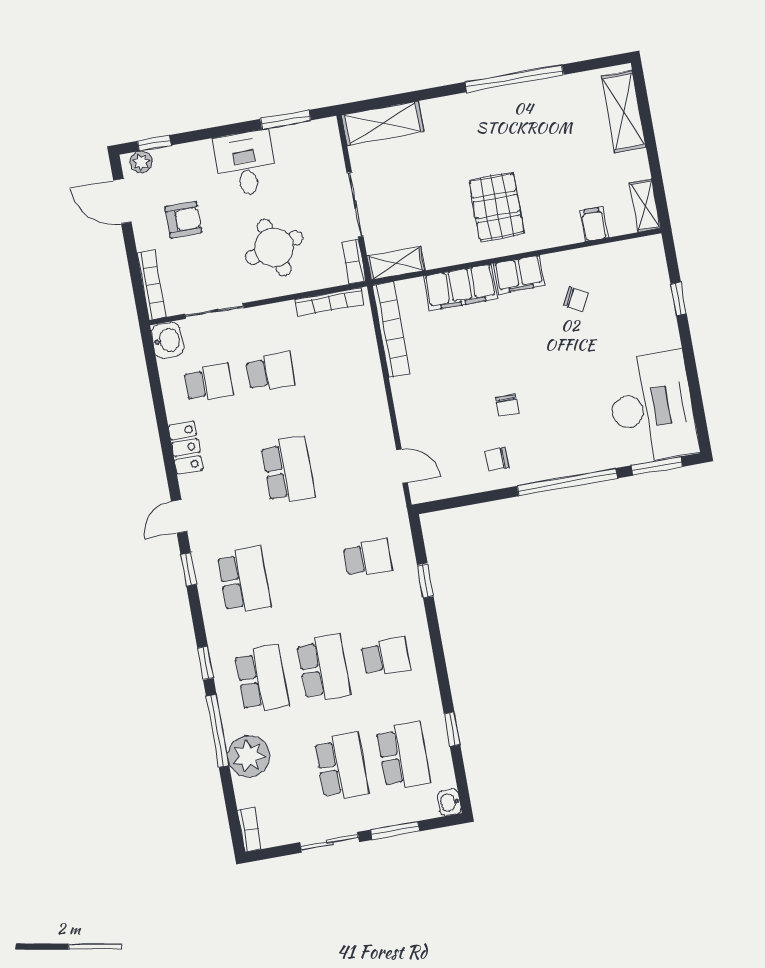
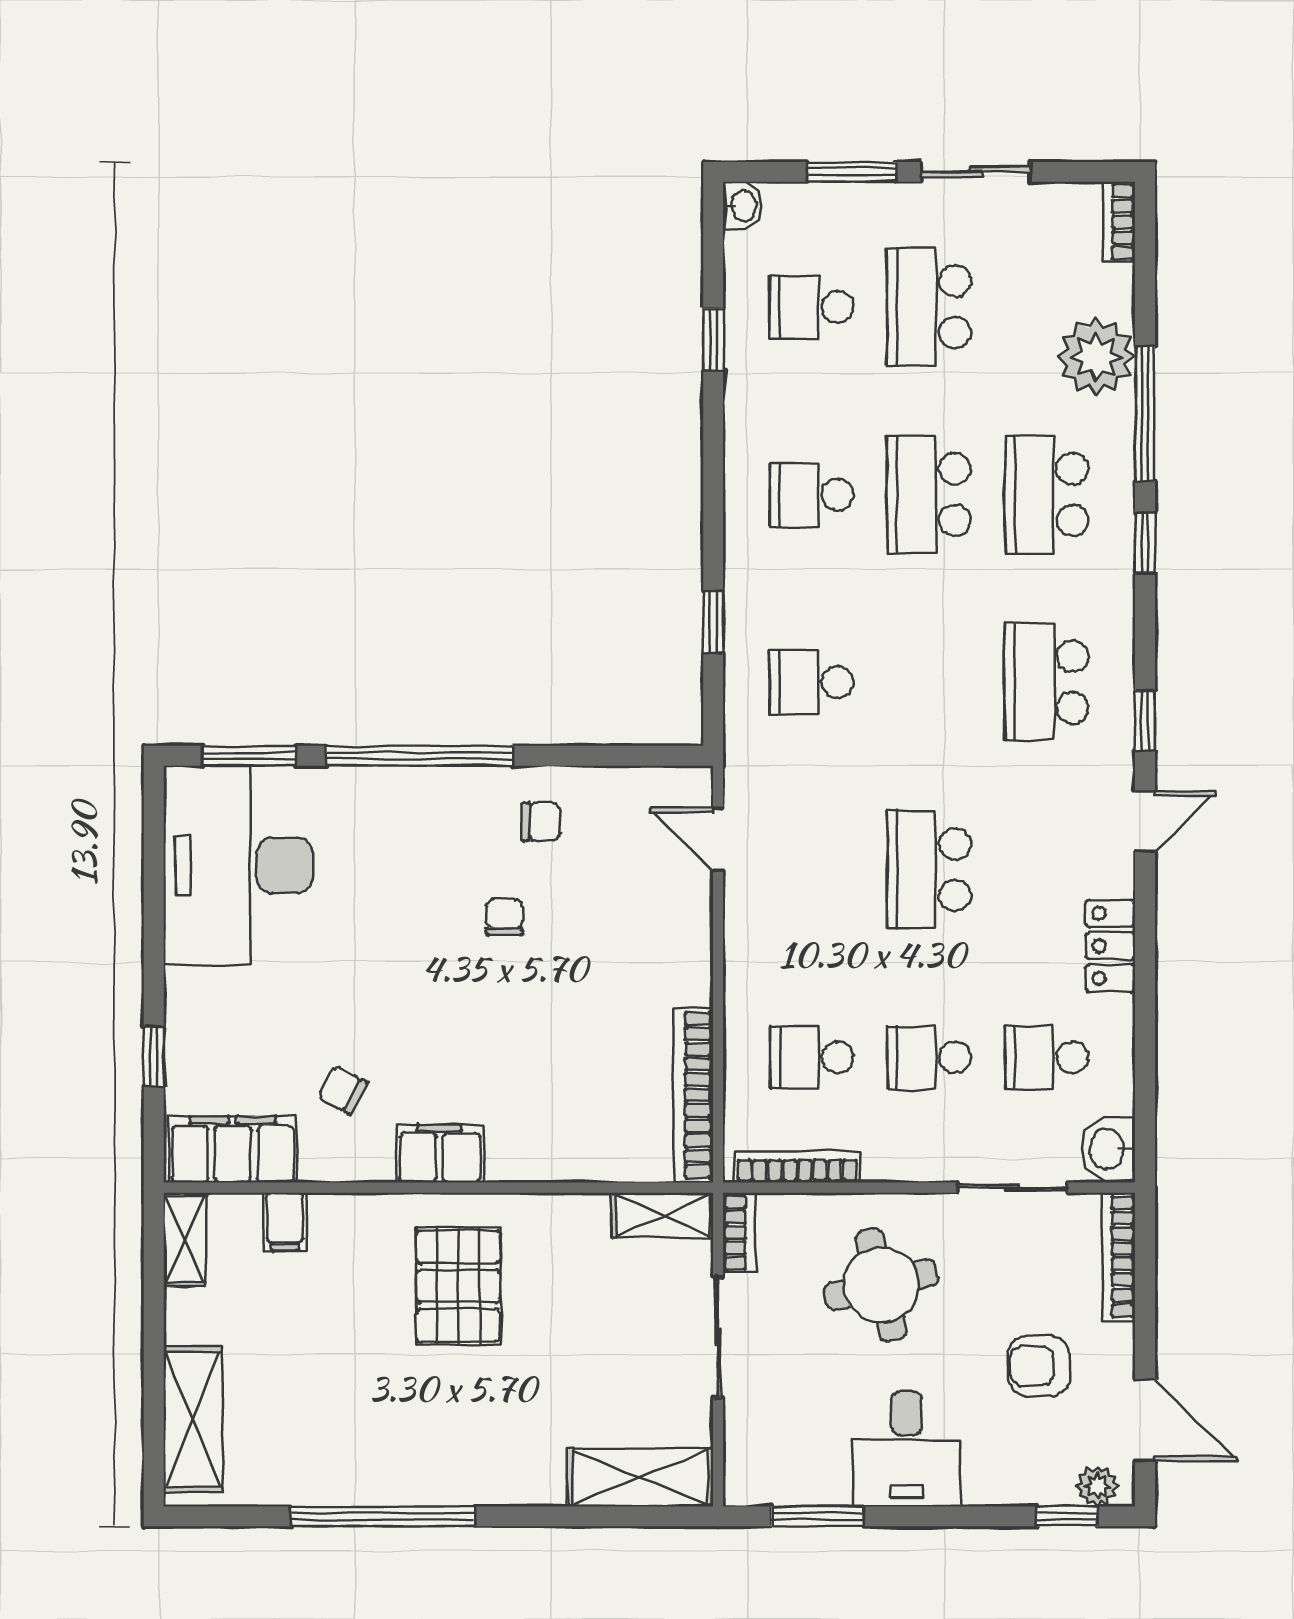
filing cabinet: (460, 287) -> (233, 1149), moved
school desk: (332, 361) -> (812, 1057), added
school desk: (403, 756) -> (812, 307), width x0.54

